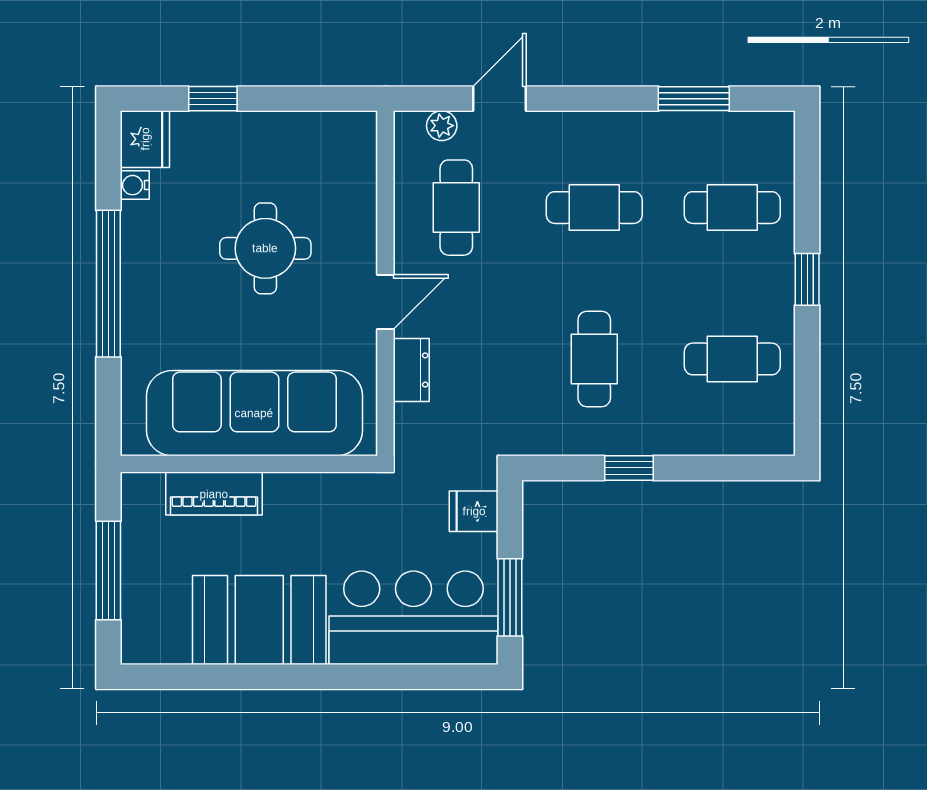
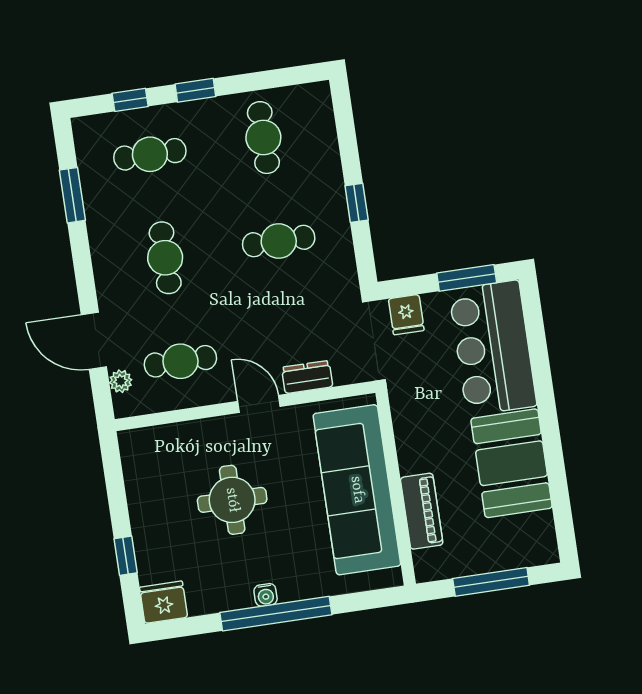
door: (500, 99) -> (94, 341), width x1.37
water cooler: (135, 185) -> (266, 595), moved
window: (807, 192) -> (130, 100), added
cafe table: (732, 208) -> (150, 154), turned 90

